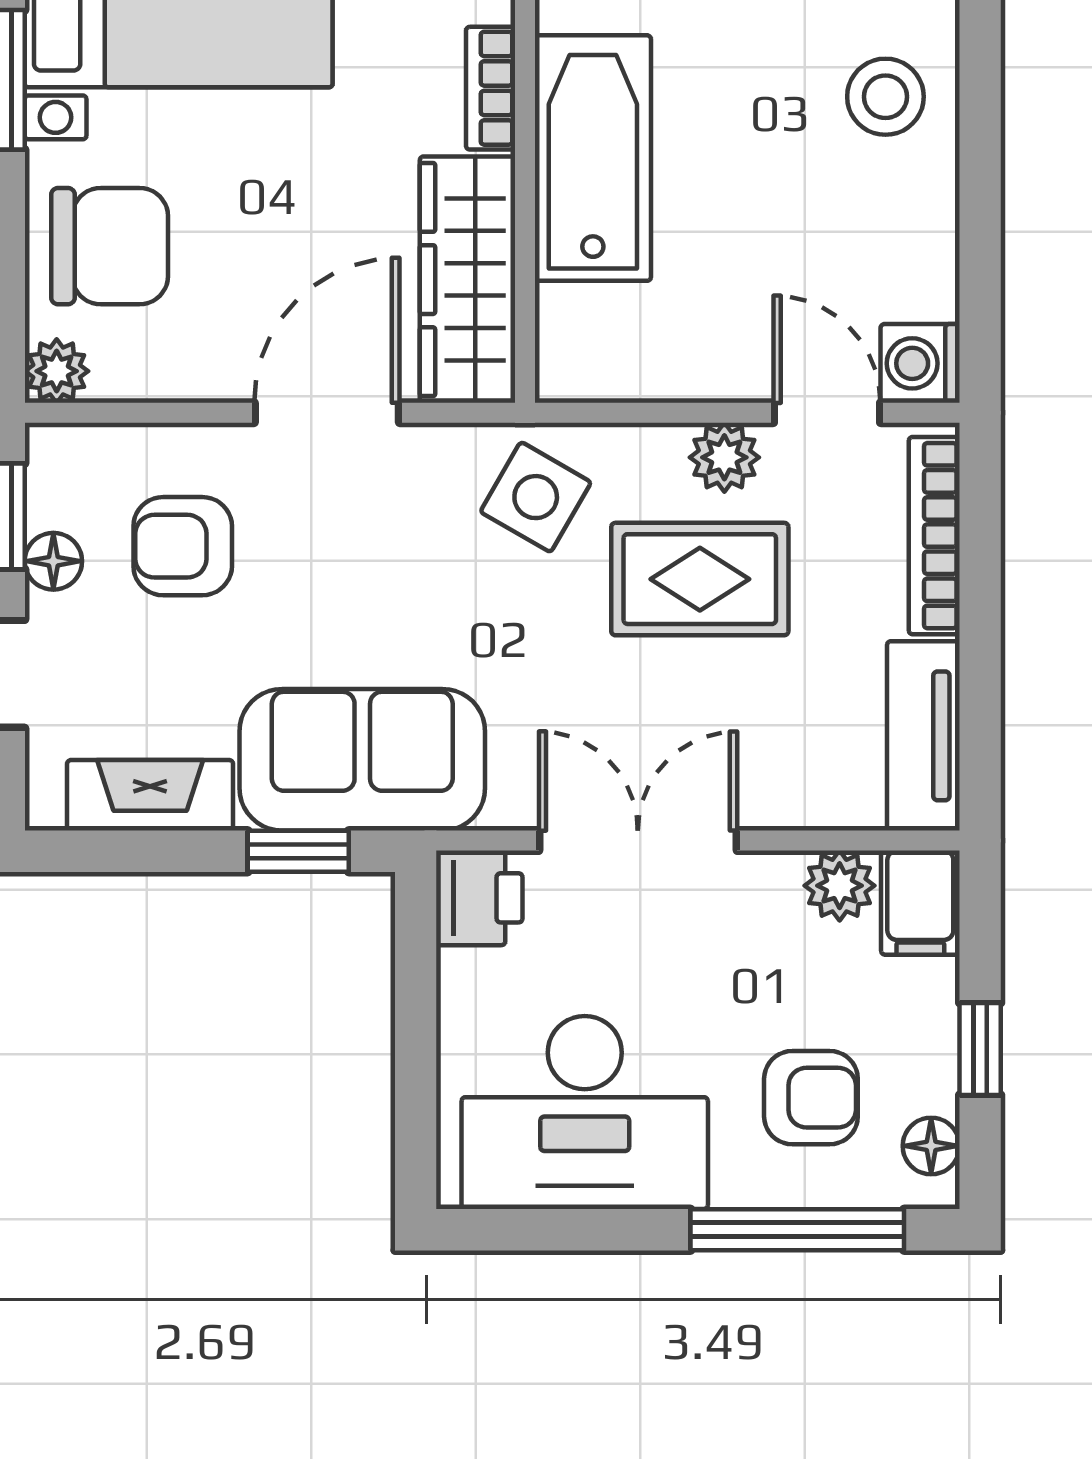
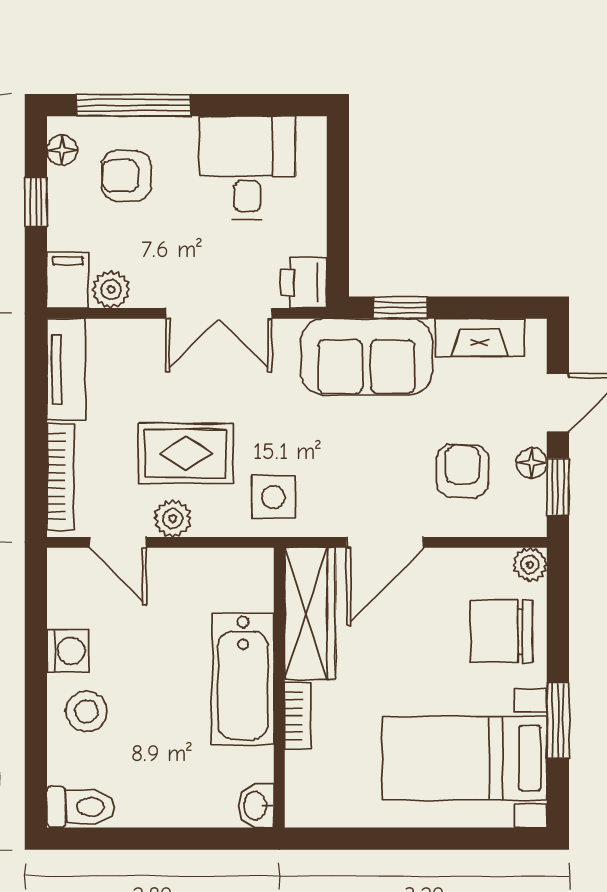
washing machine: (920, 363) -> (68, 651), moved
side table: (536, 497) -> (274, 497), turned -30
armchair: (183, 546) -> (462, 471), turned -90
desk: (585, 1113) -> (247, 168), width x0.73

